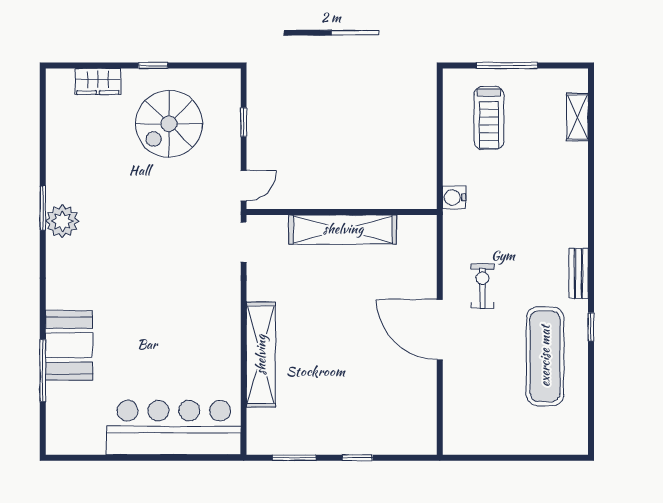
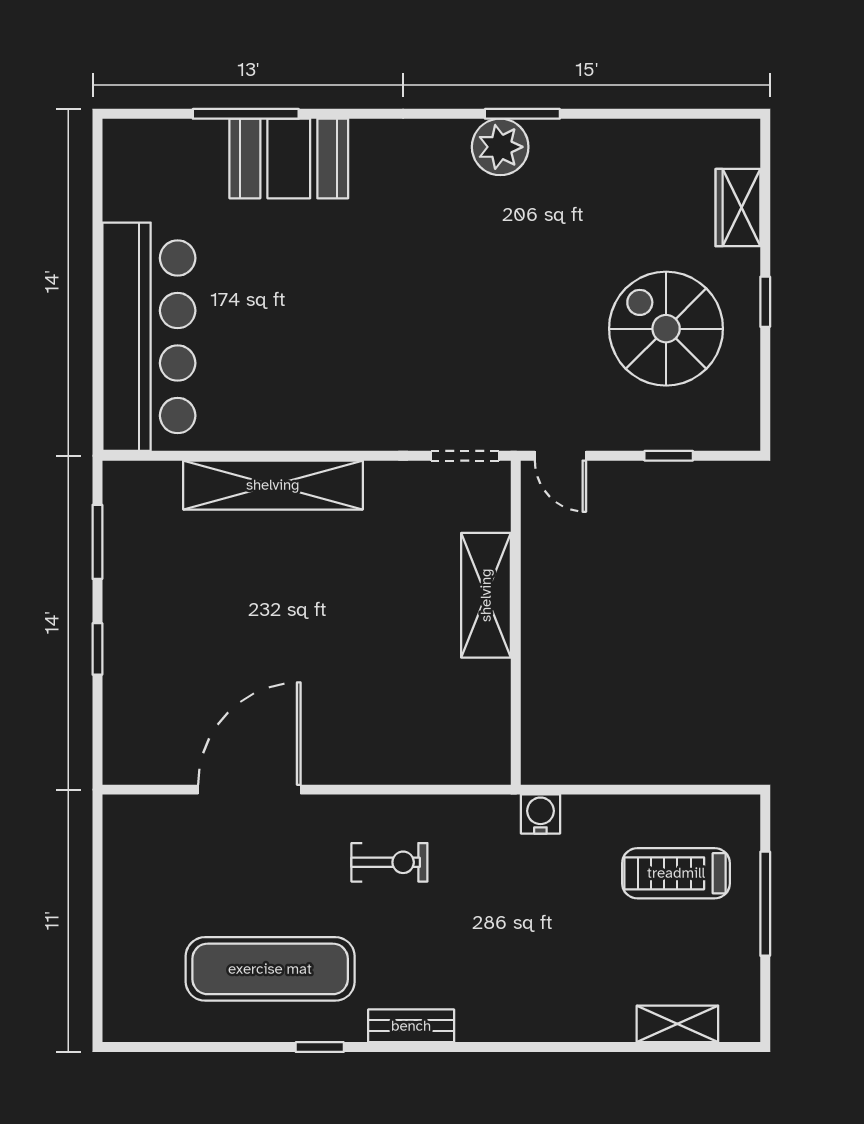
shelving: (343, 229) -> (486, 595), width x0.68
door: (440, 330) -> (249, 790), moved

